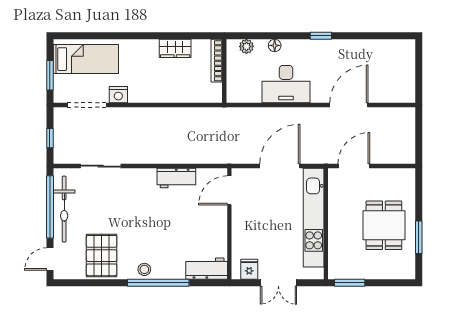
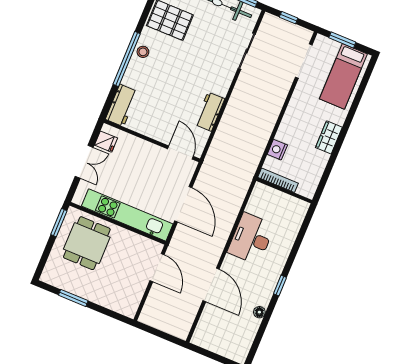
floor lamp: (275, 45) -> (259, 312), moved
plant: (246, 46) -> (297, 218), removed
wardrobe: (175, 48) -> (329, 137), moved
bookcase: (217, 61) -> (278, 180), moved
nightstand: (118, 95) -> (277, 150), moved
dining table: (384, 225) -> (87, 243), moved, turned 90
double door: (278, 283) -> (84, 162), swing flipped

